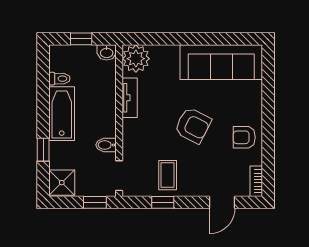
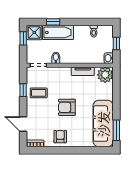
window: (233, 39) -> (116, 130), added
bathtub: (62, 114) -> (58, 32), moved
armchair: (193, 125) -> (67, 107), turned 63
window: (95, 202) -> (23, 38), moved

